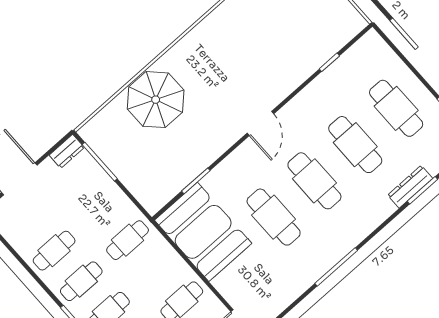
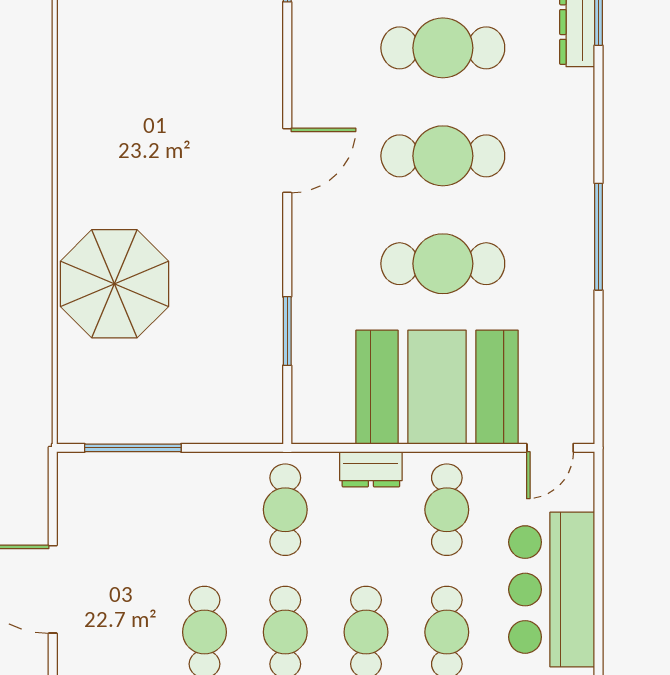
door: (260, 124) -> (287, 161), hinge flipped
dresser: (67, 151) -> (371, 469), moved, turned 90
booth: (203, 232) -> (437, 387), moved

